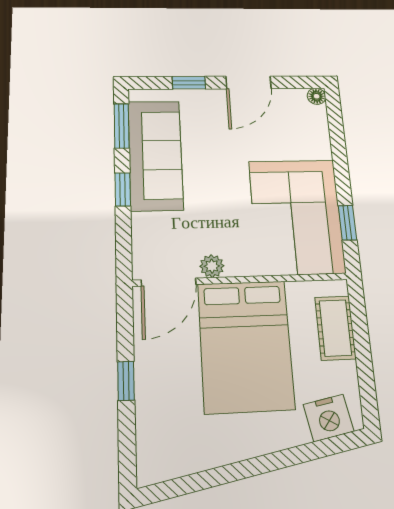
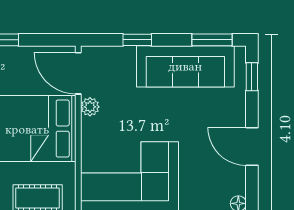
window: (189, 83) -> (252, 77), moved
window: (123, 189) -> (137, 40), moved

